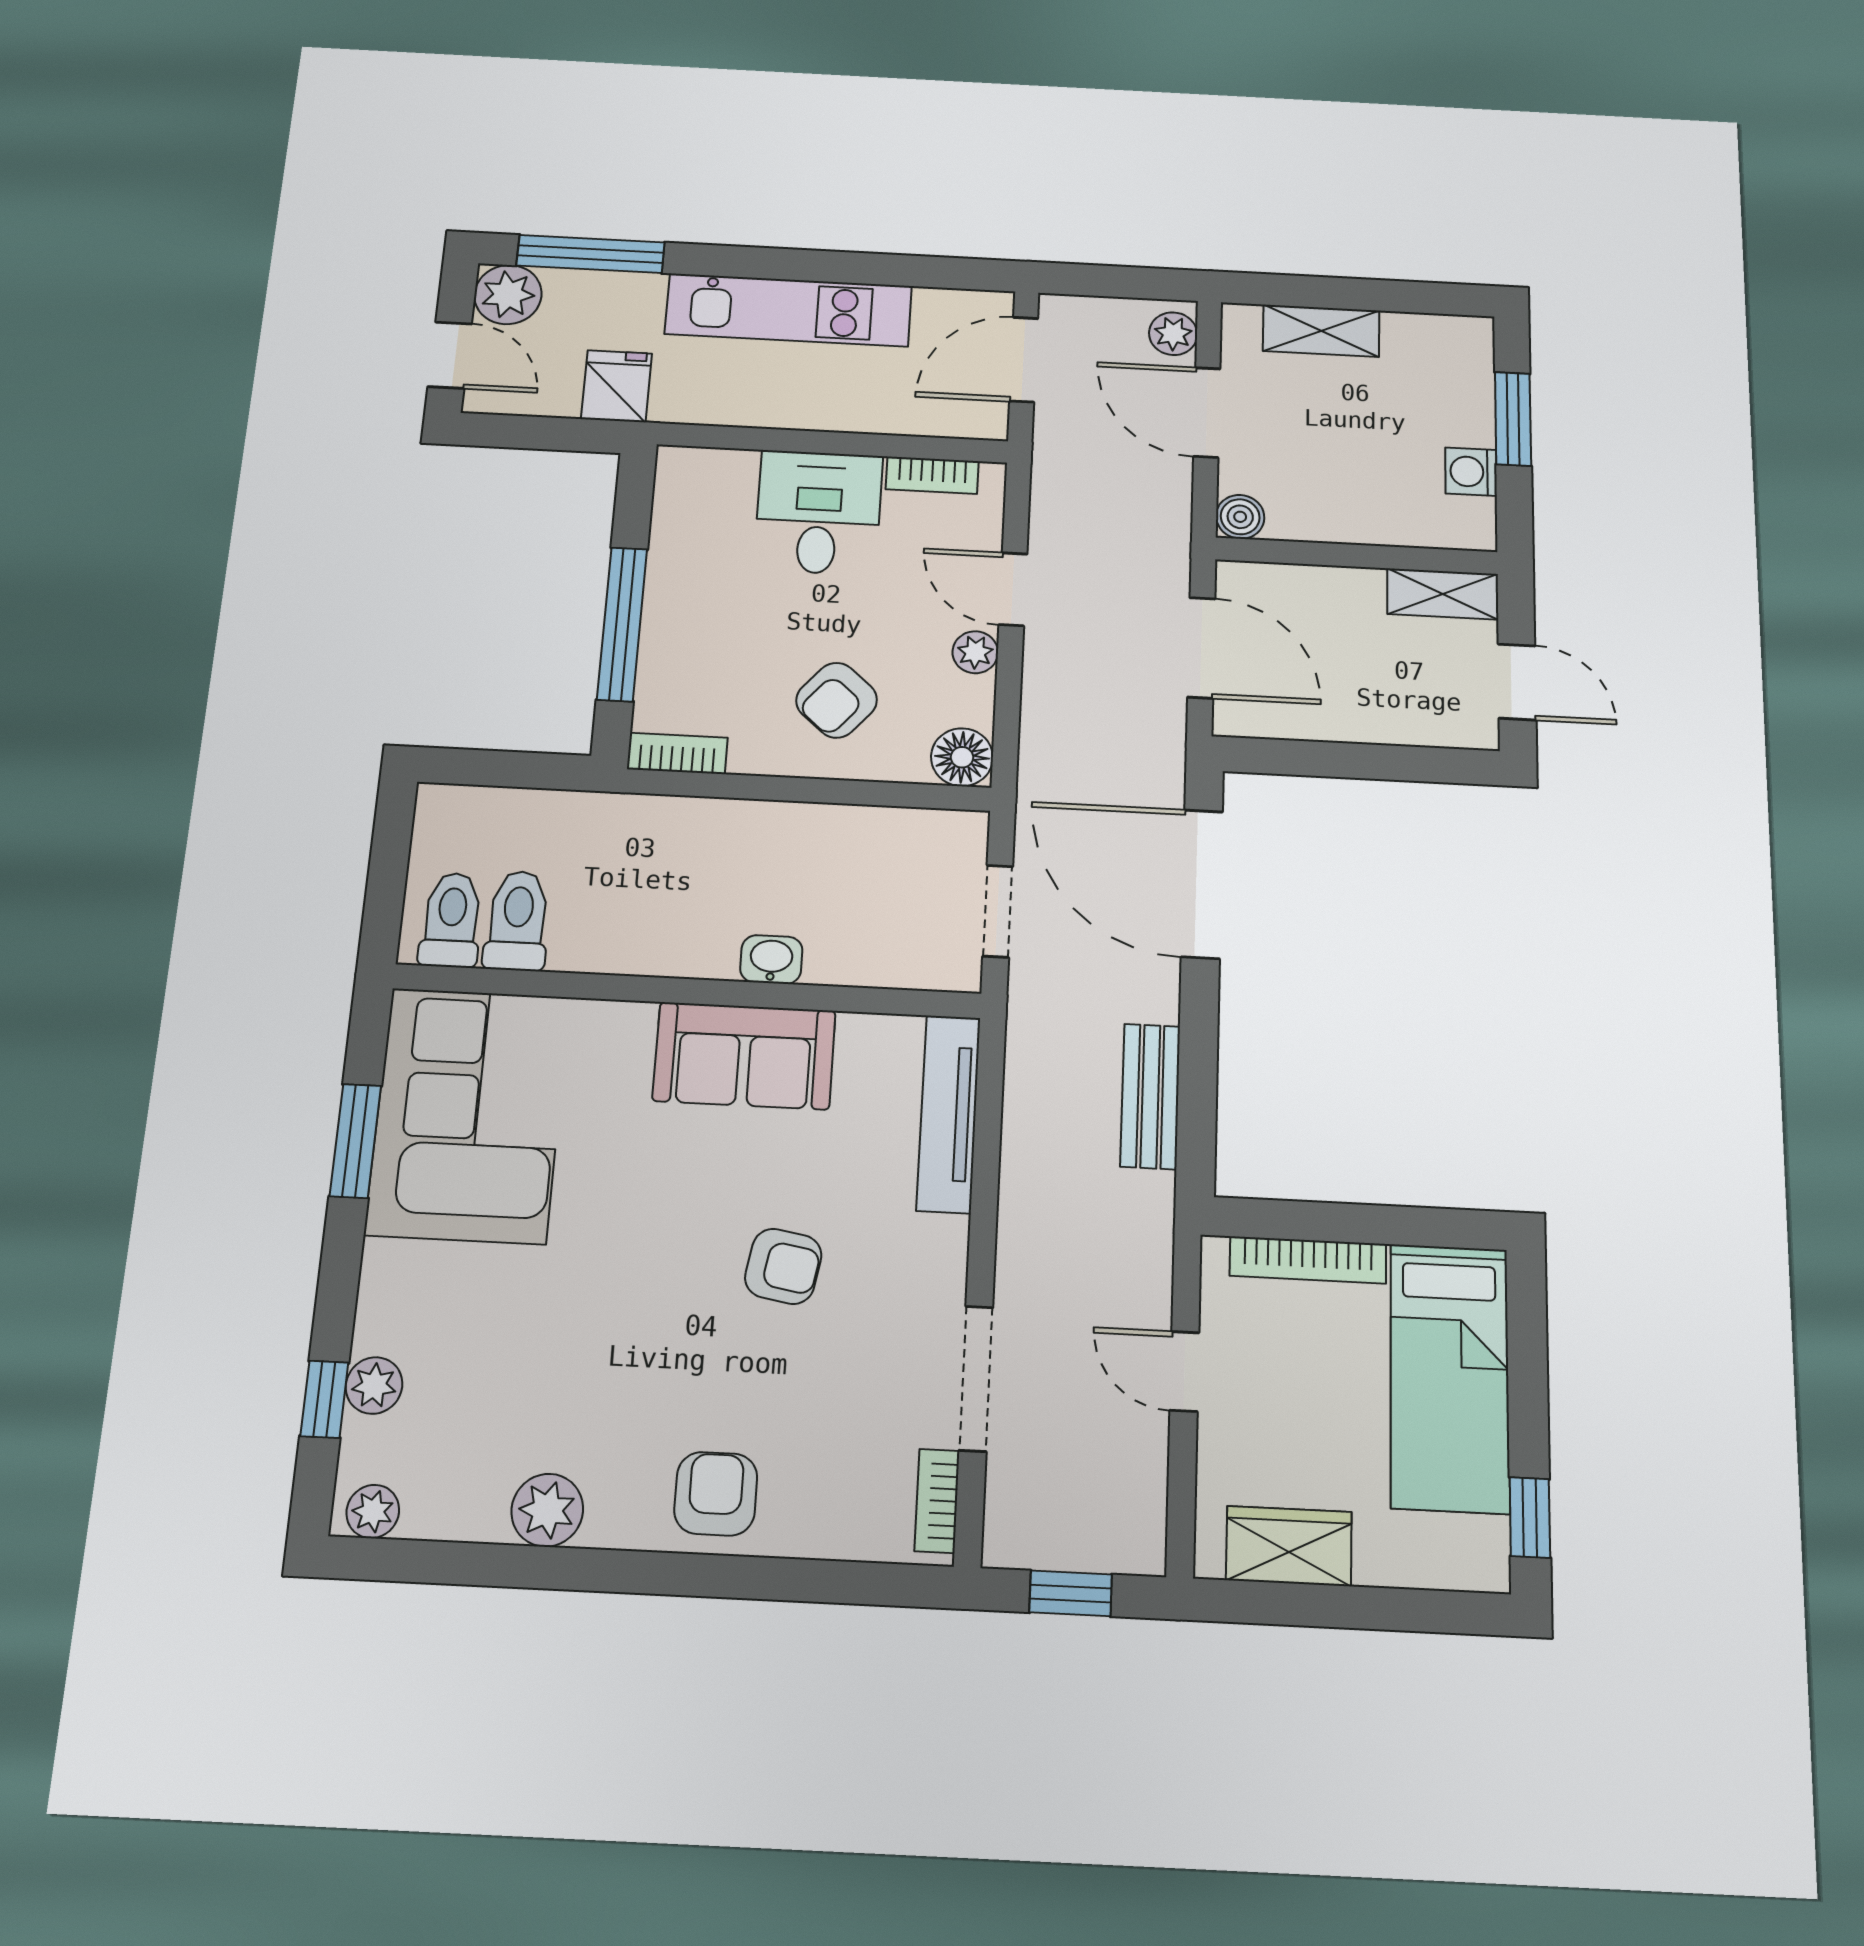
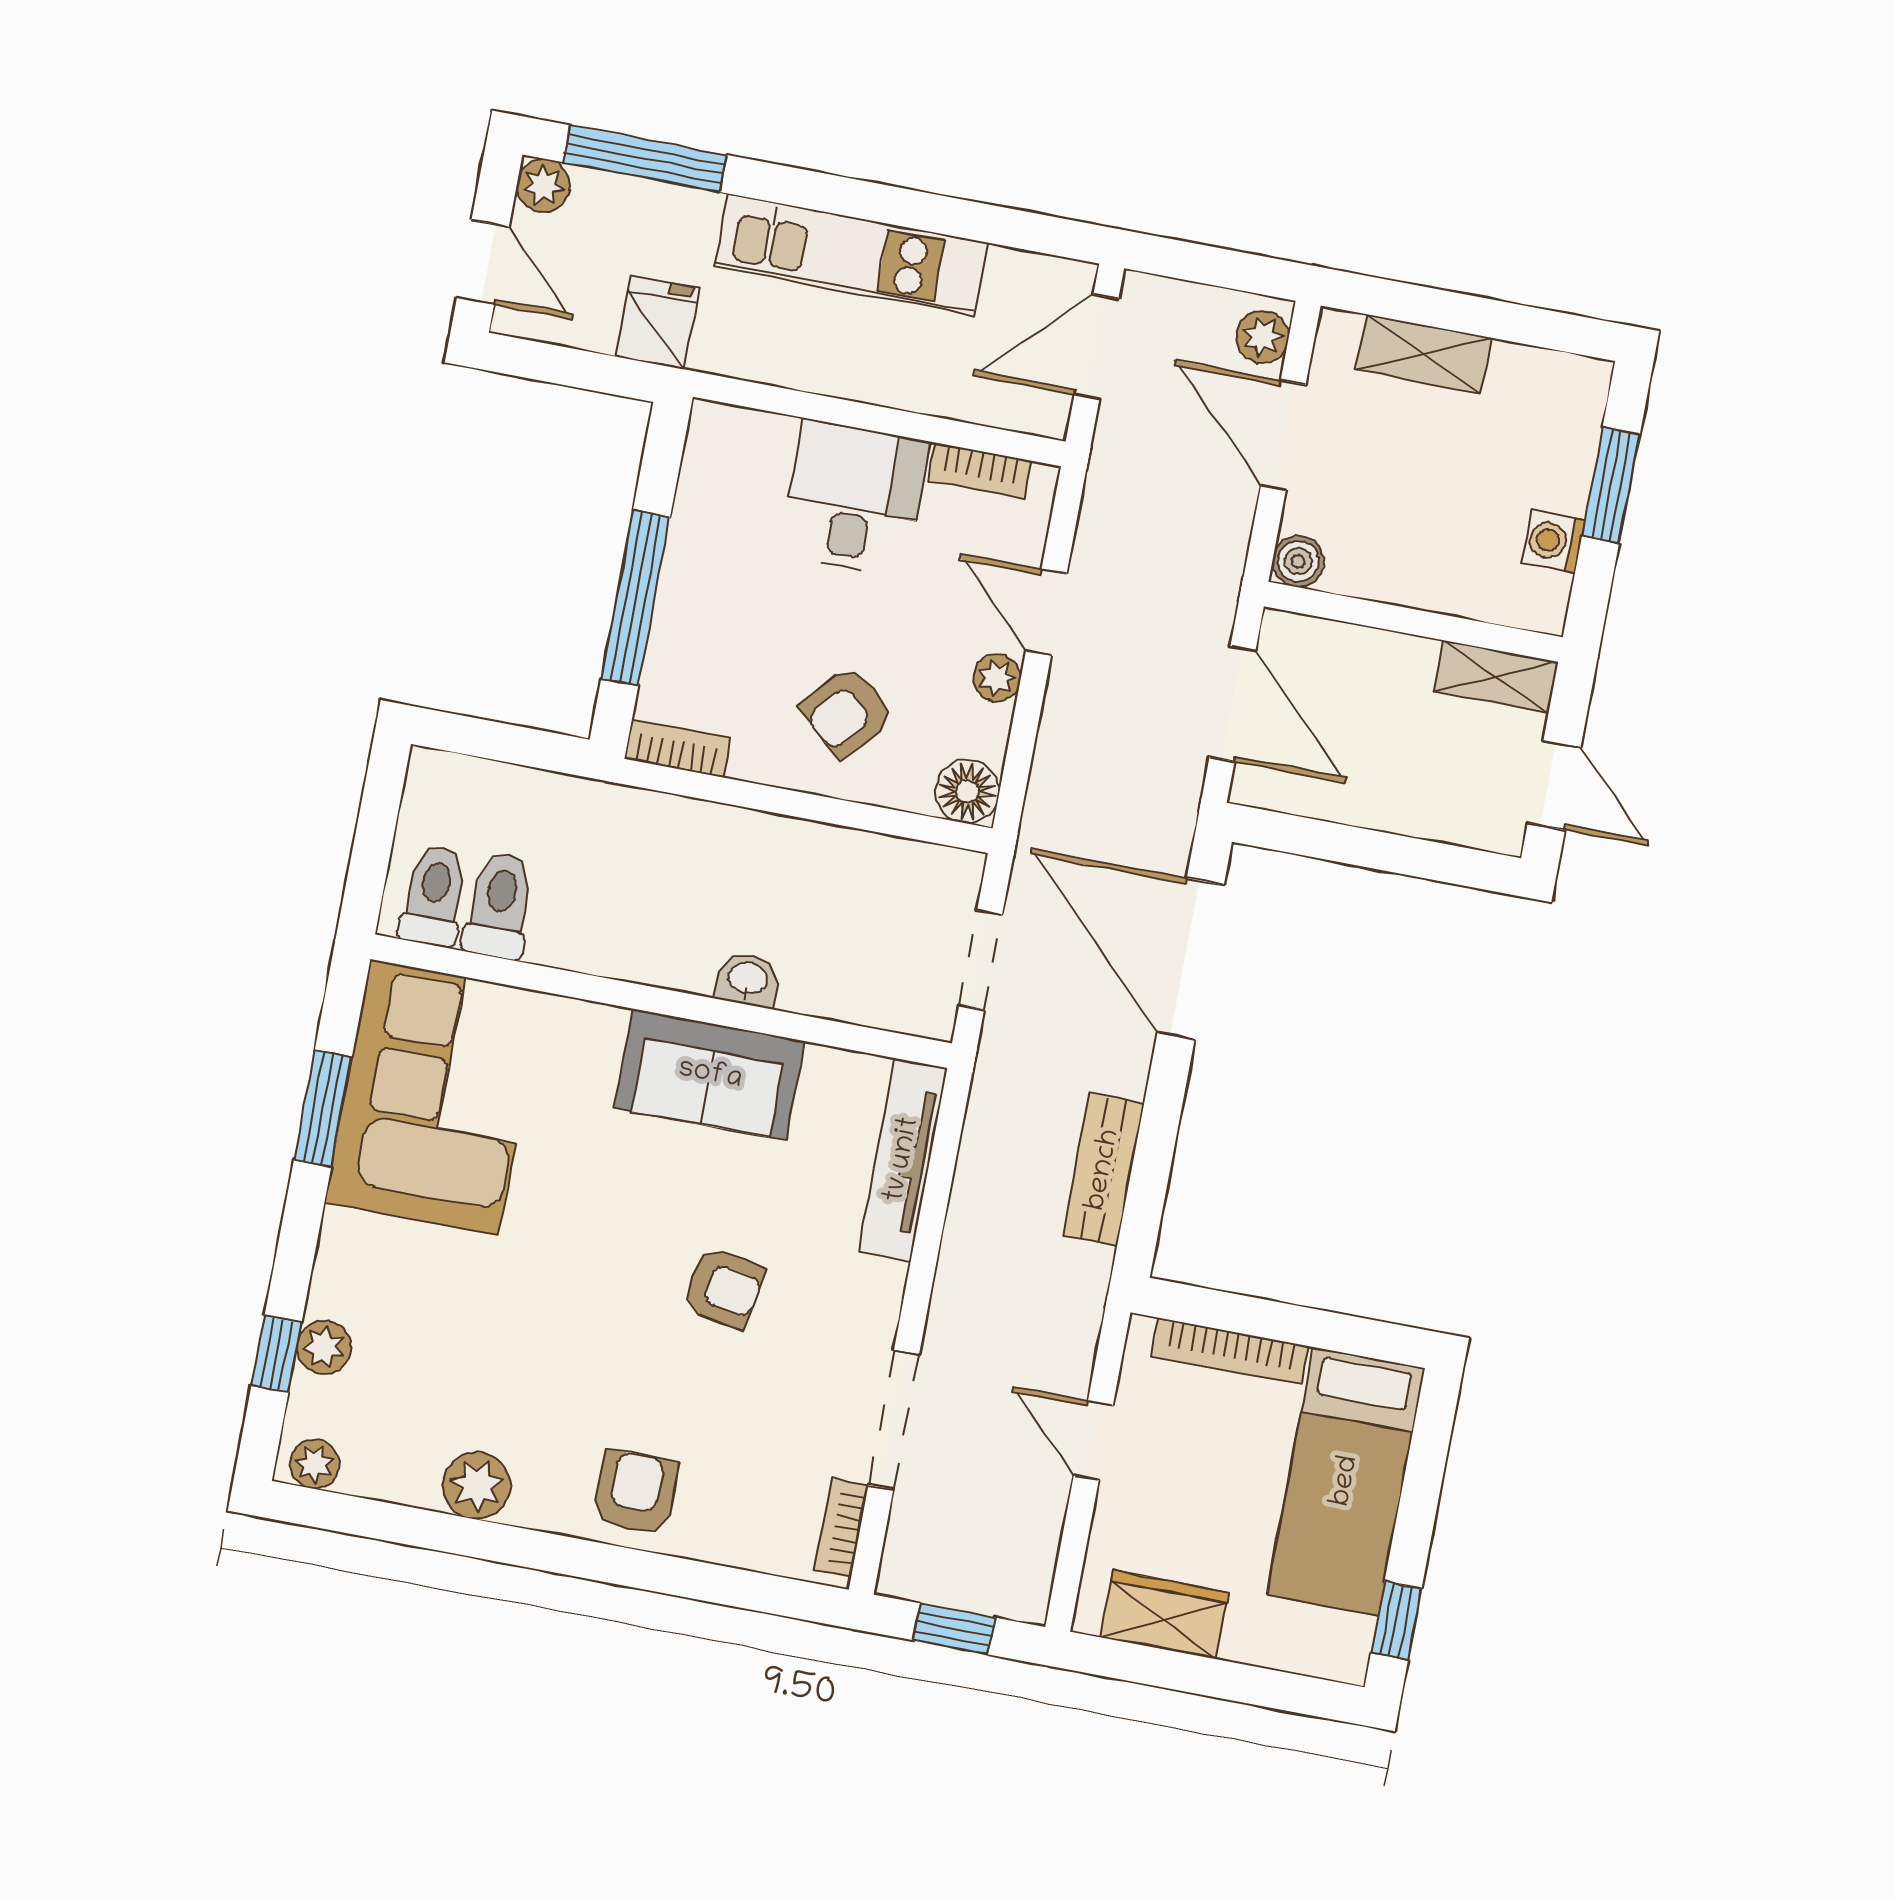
plant: (508, 295) -> (543, 185), width x0.73, depth x0.73

